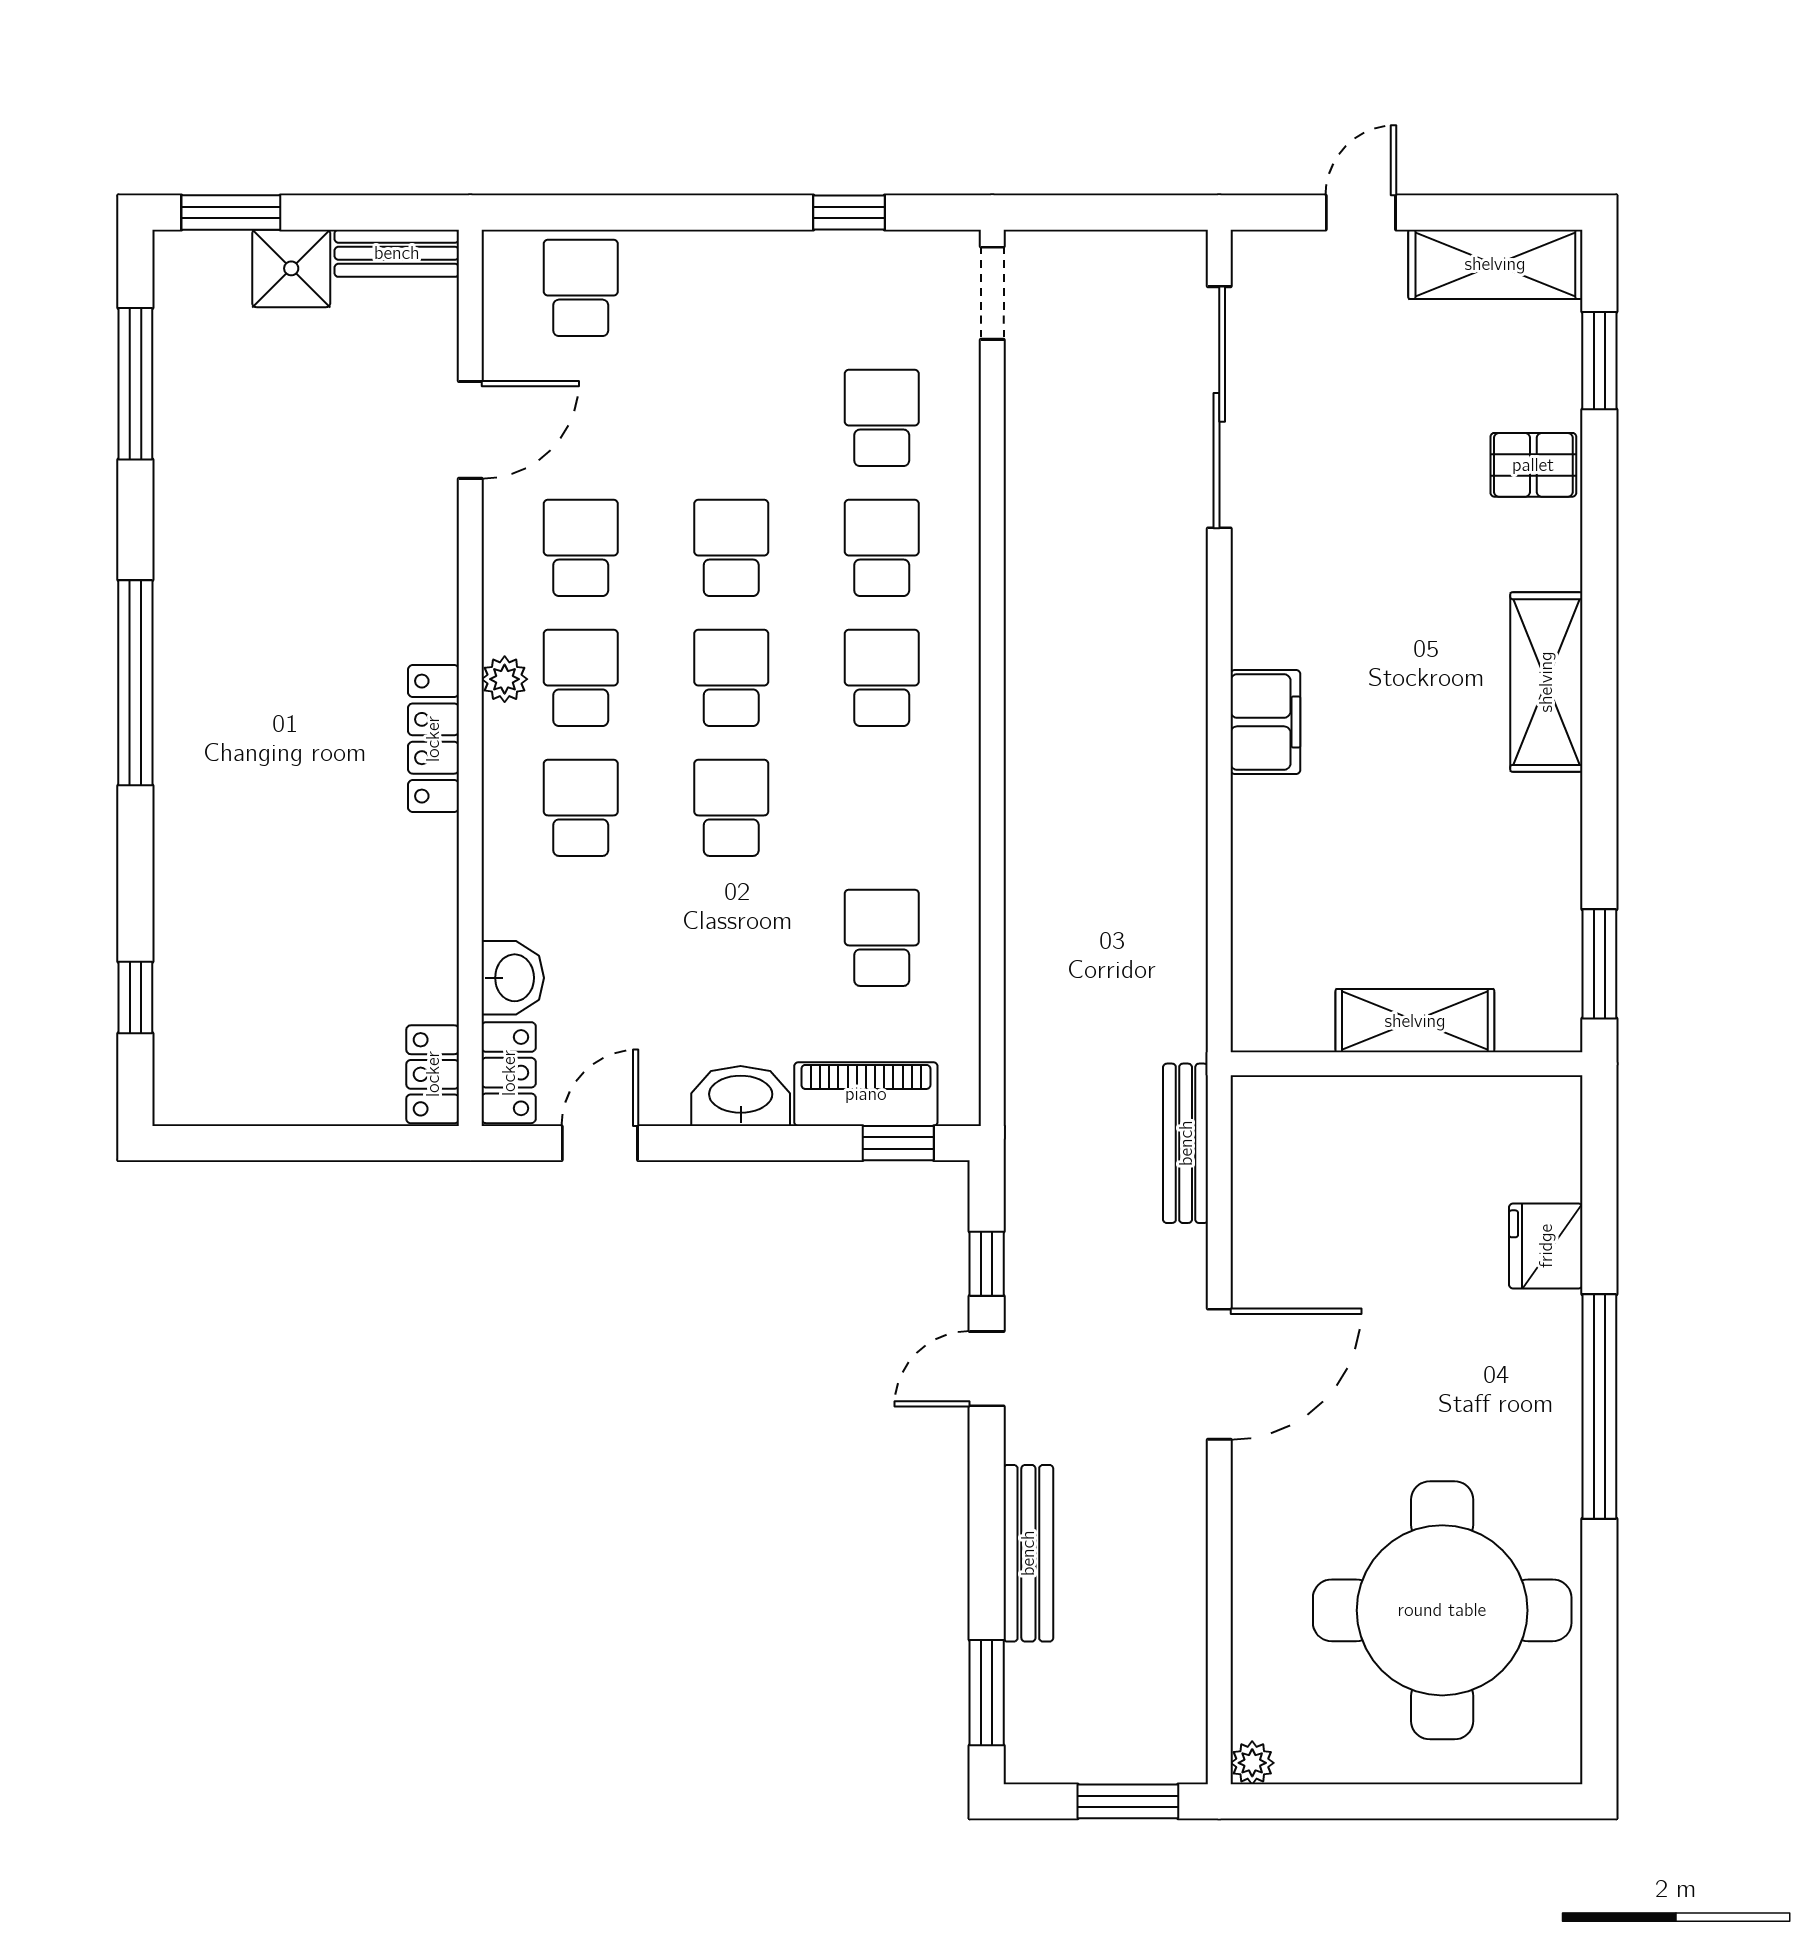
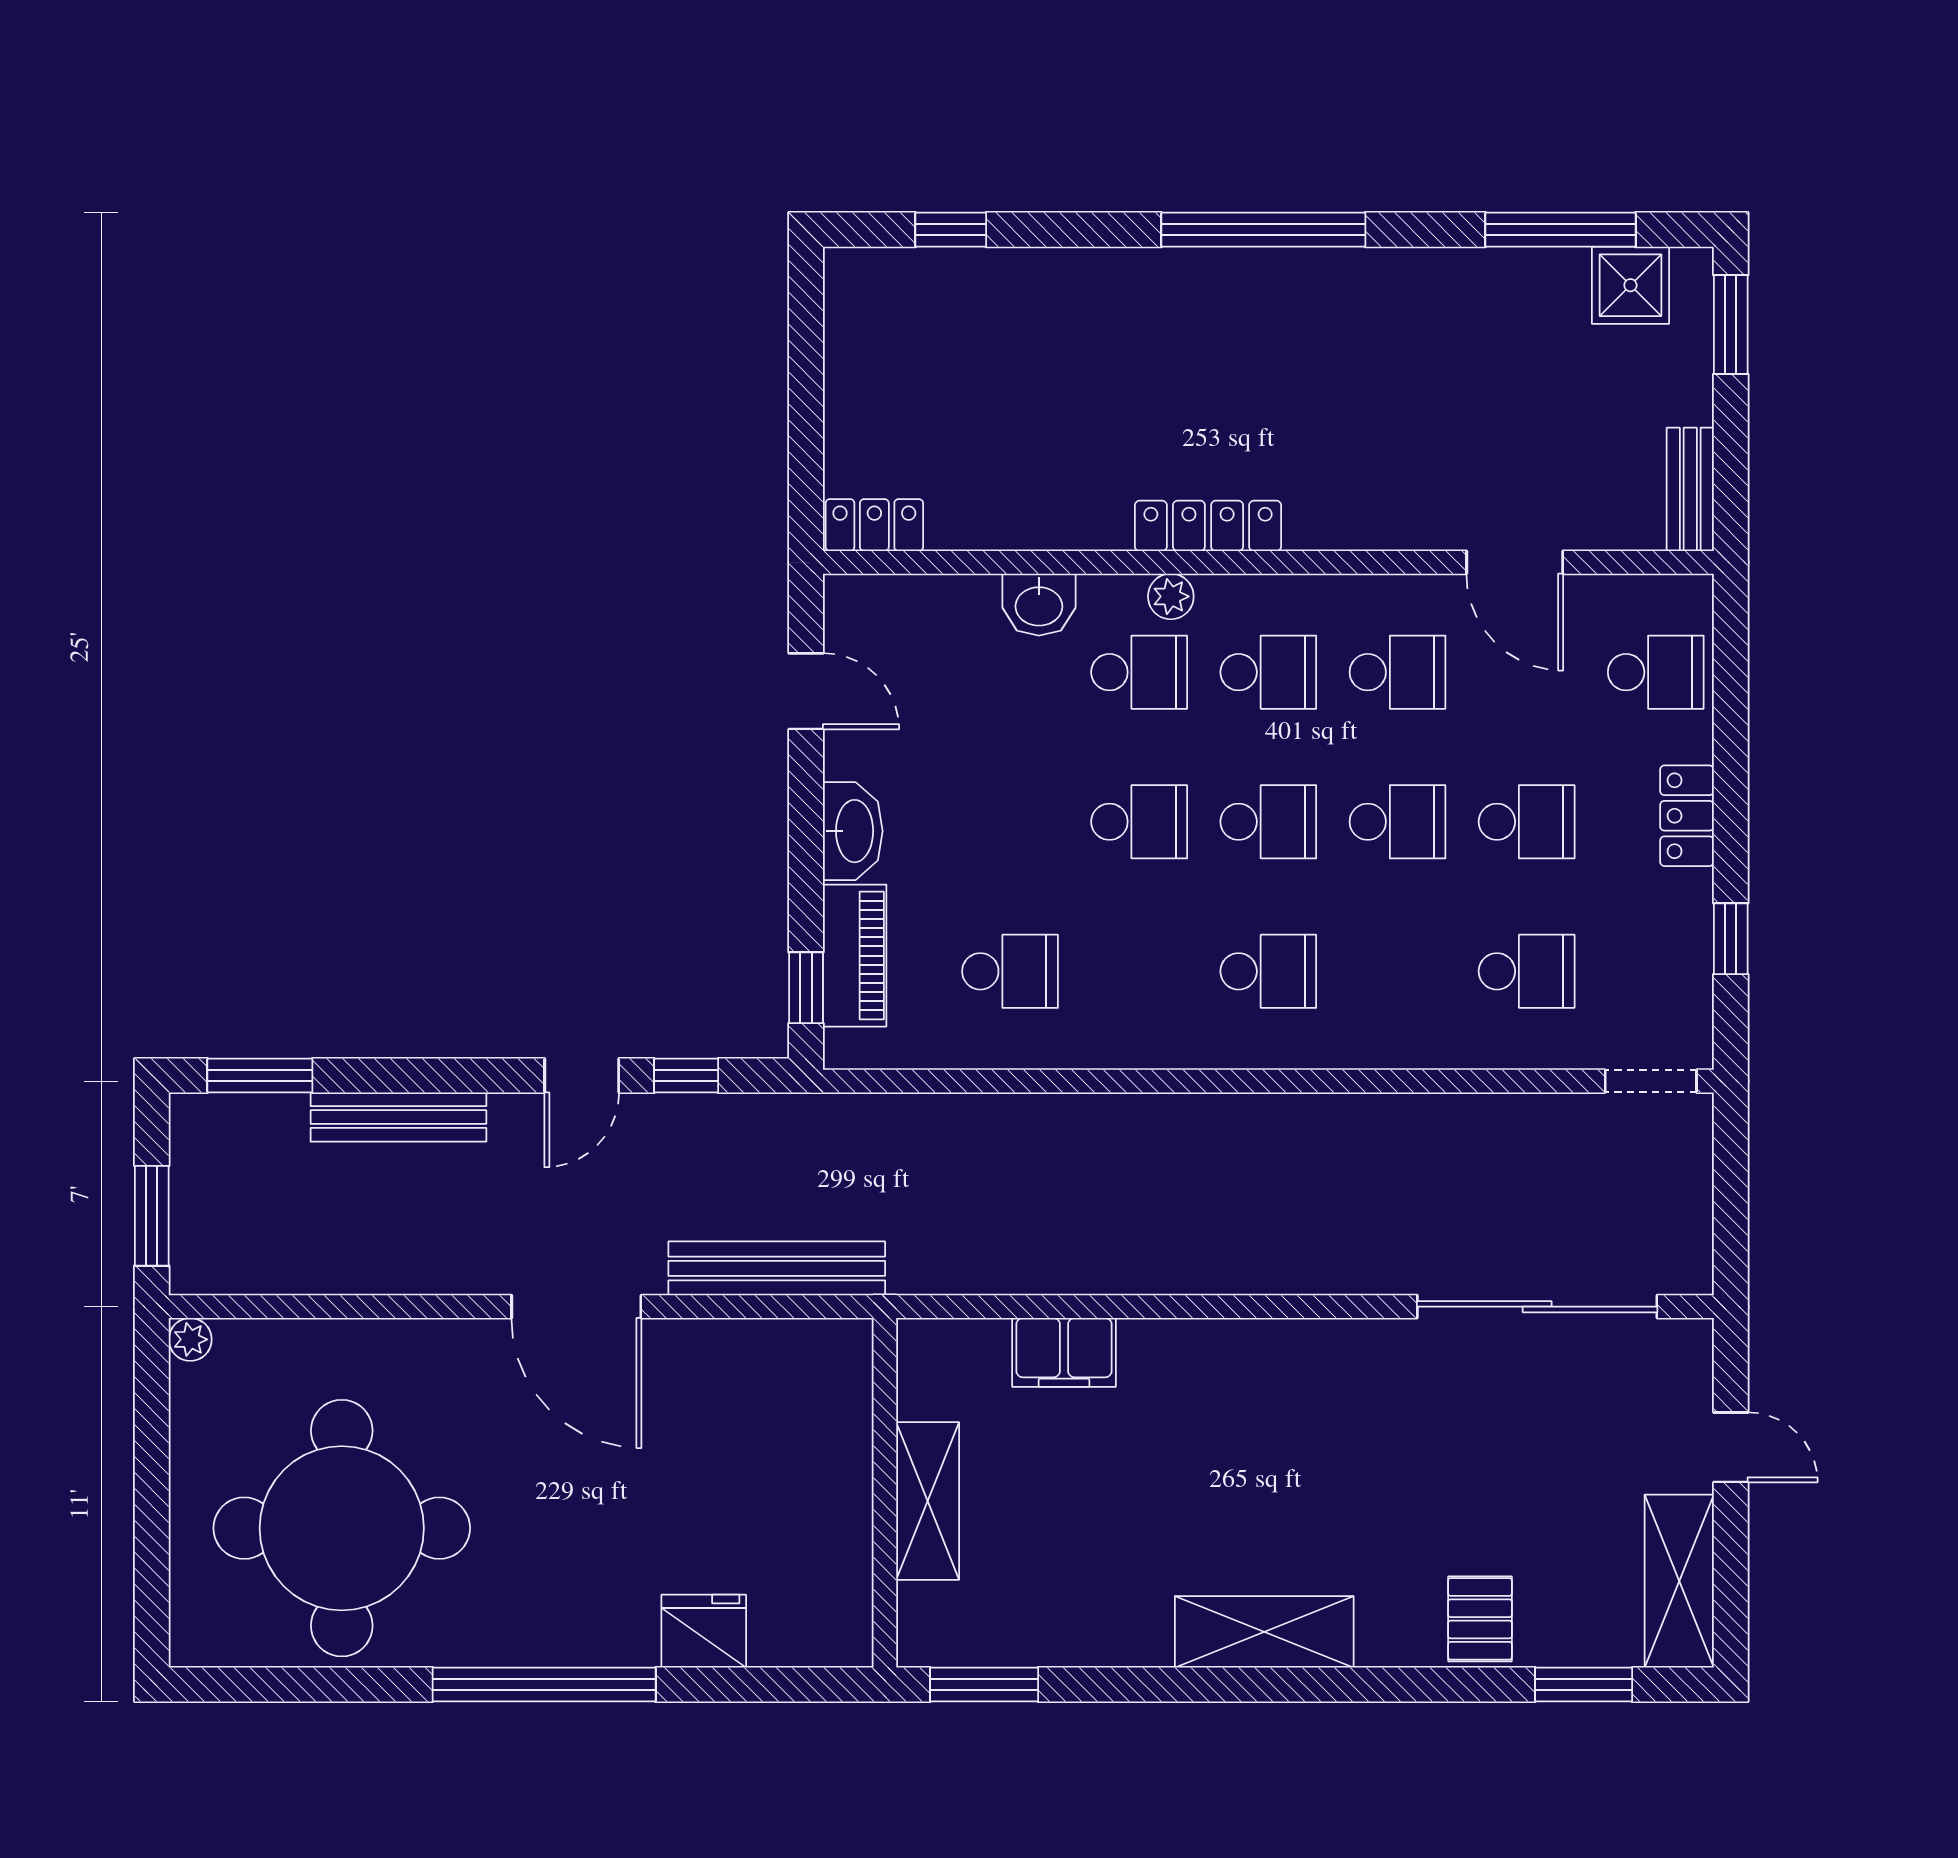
shower: (291, 268) -> (1630, 285), moved
school desk: (882, 548) -> (1527, 822), moved
plant: (505, 679) -> (1171, 596), moved
filing cabinet: (1265, 722) -> (1064, 1352), moved
washbasin: (513, 978) -> (1039, 605), moved
locker: (509, 1073) -> (1687, 816), moved, turned 90
bench: (1186, 1143) -> (777, 1268), width x1.37, depth x1.21
door: (987, 1369) -> (582, 1075), swing flipped

